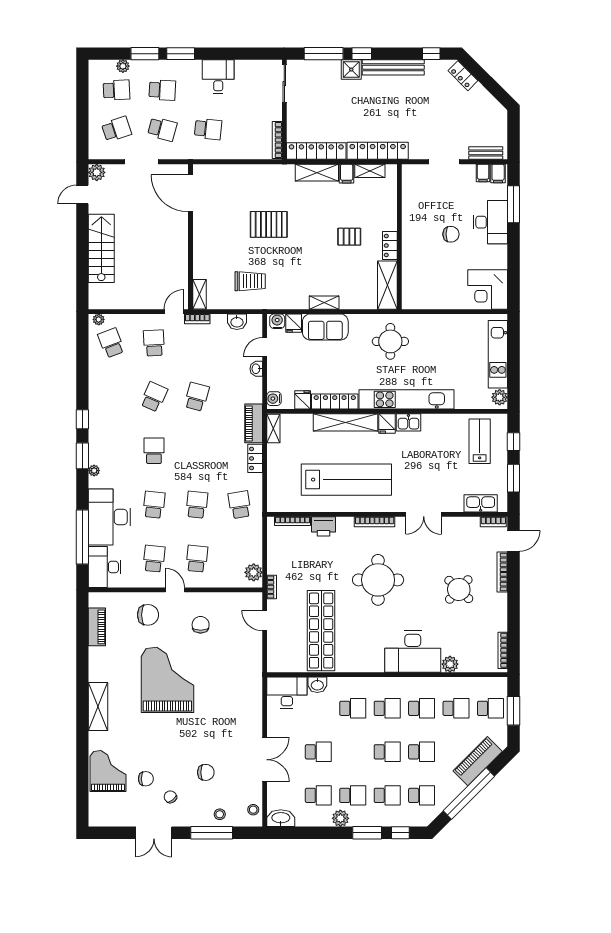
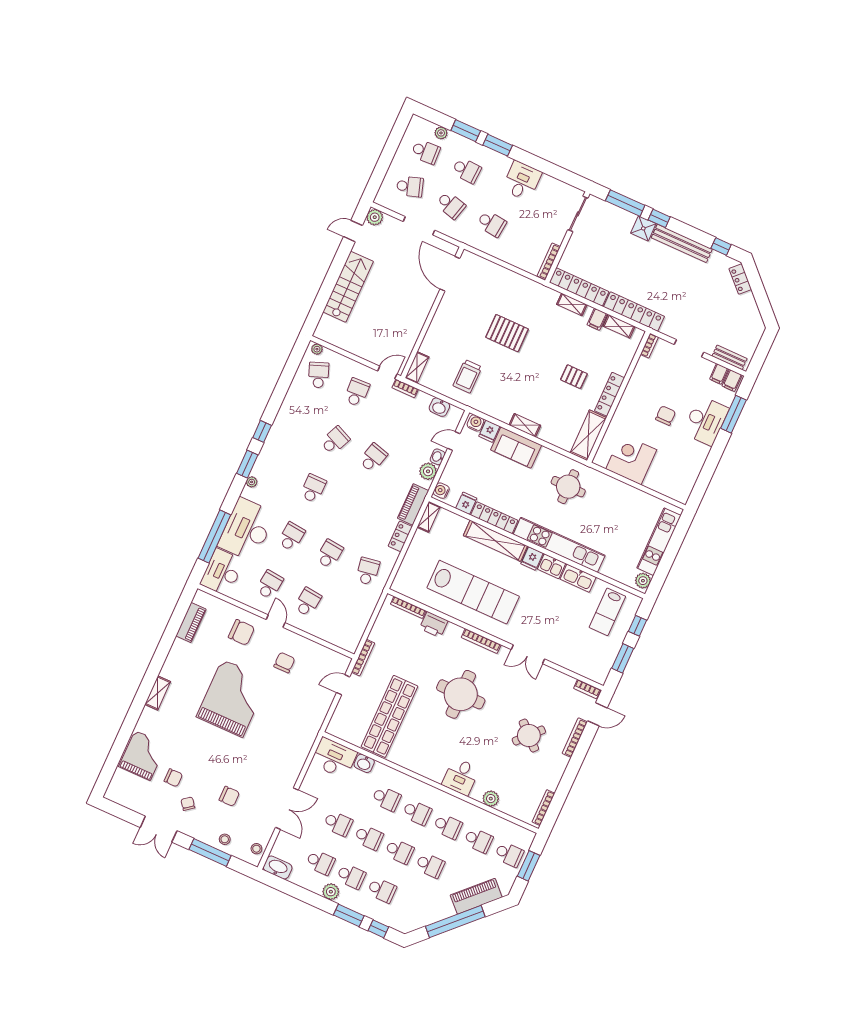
shelving: (317, 173) -> (572, 304), width x0.67, depth x0.75
bookcase: (406, 176) -> (649, 346), added
chair: (451, 234) -> (666, 416), turned -90
locker: (390, 246) -> (610, 394), width x1.53
trolley: (250, 281) -> (467, 376), turned 90
corner desk: (488, 289) -> (631, 459), moved, turned 90
lab bench: (480, 441) -> (607, 612), turned 180
kitchen sink: (481, 503) -> (578, 578), moved, turned 180
plant: (254, 572) -> (428, 471), moved
bookcase: (272, 587) -> (363, 658), width x1.56
door: (265, 621) -> (343, 685), hinge flipped
desk: (413, 652) -> (461, 777), width x0.53, depth x0.77
shelving: (98, 707) -> (158, 693), width x0.67, depth x0.75
school desk: (422, 795) -> (369, 837), moved

